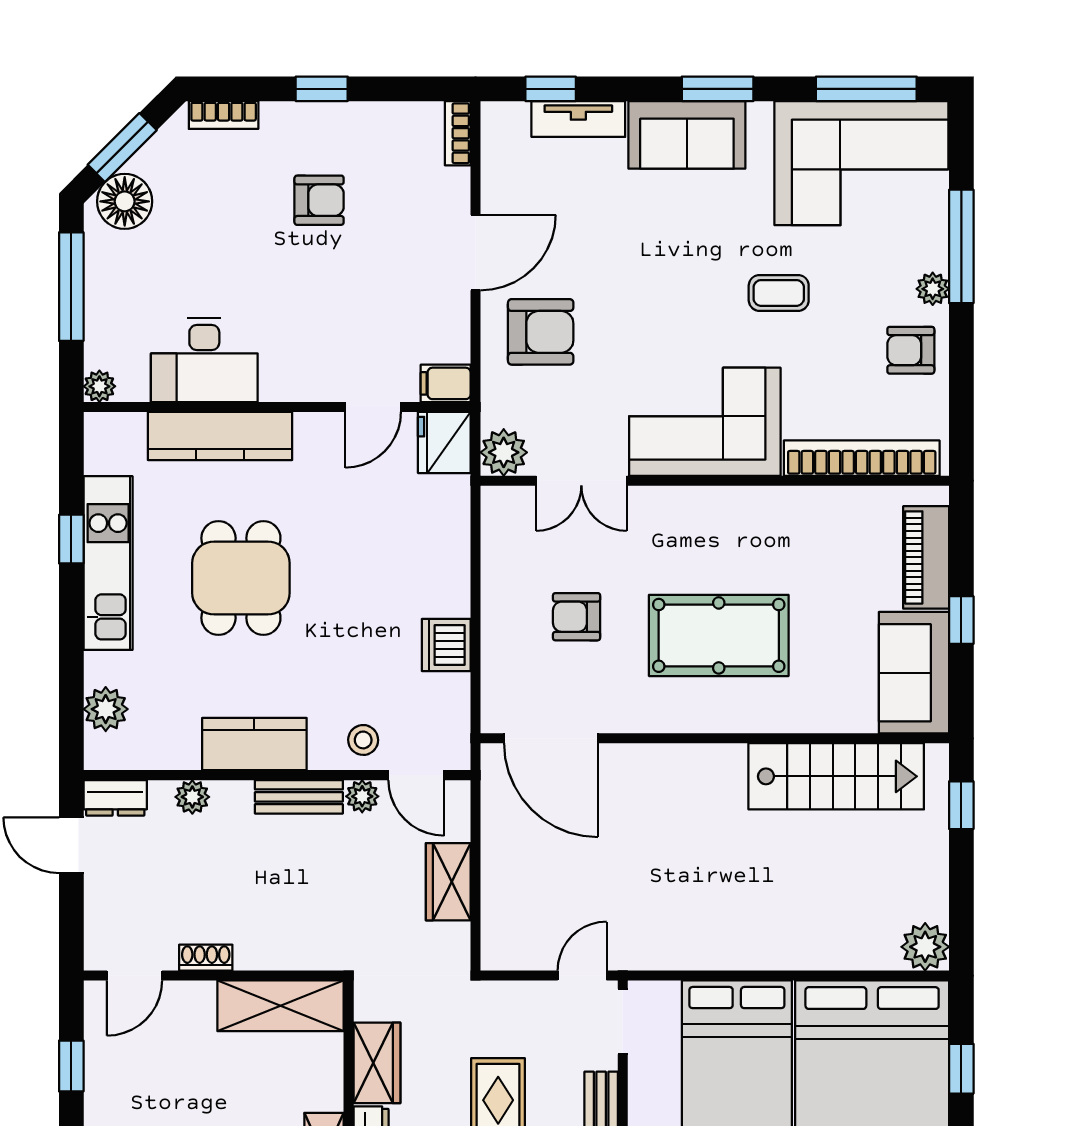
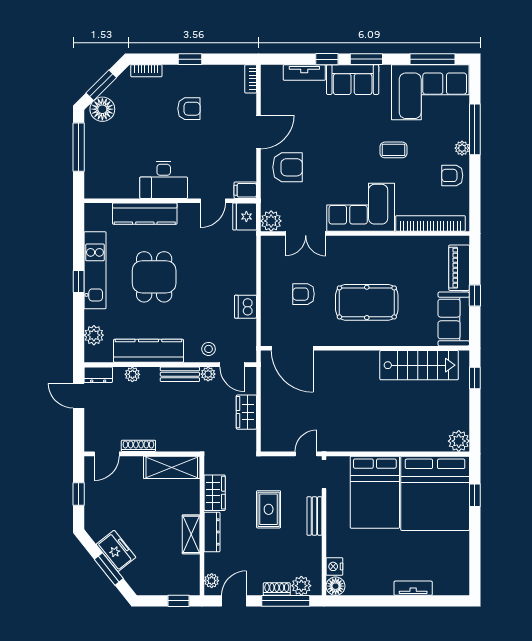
window: (551, 89) -> (327, 59), moved
desk: (204, 360) -> (164, 180), moved
plant: (99, 386) -> (91, 192), removed
window: (71, 539) -> (79, 282), moved
kitchen counter: (254, 744) -> (148, 351), width x1.50
shoe rack: (206, 958) -> (138, 446), width x1.43

